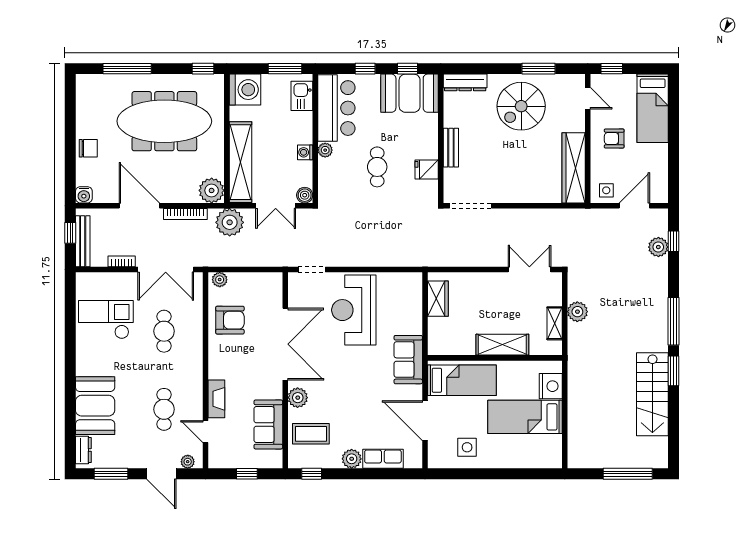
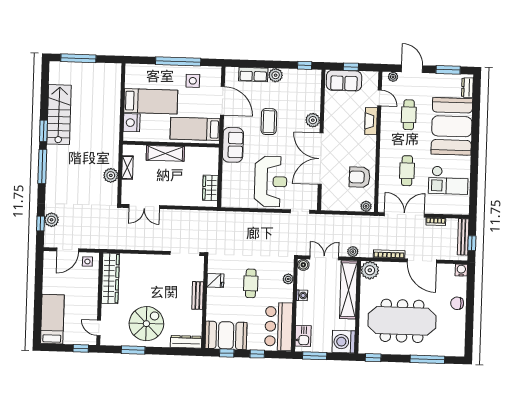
armchair: (614, 138) -> (81, 298), removed
plant: (325, 150) -> (288, 279), moved
plant: (230, 222) -> (353, 252), width x0.53, depth x0.53
booth: (95, 406) -> (452, 126), width x1.36, depth x1.42
sofa: (268, 424) -> (344, 81), moved, turned 90
coffee table: (311, 434) -> (269, 122), moved, turned 90
window: (488, 474) -> (178, 61), added

